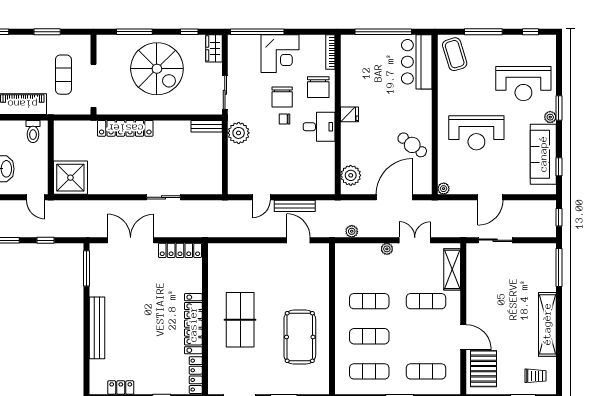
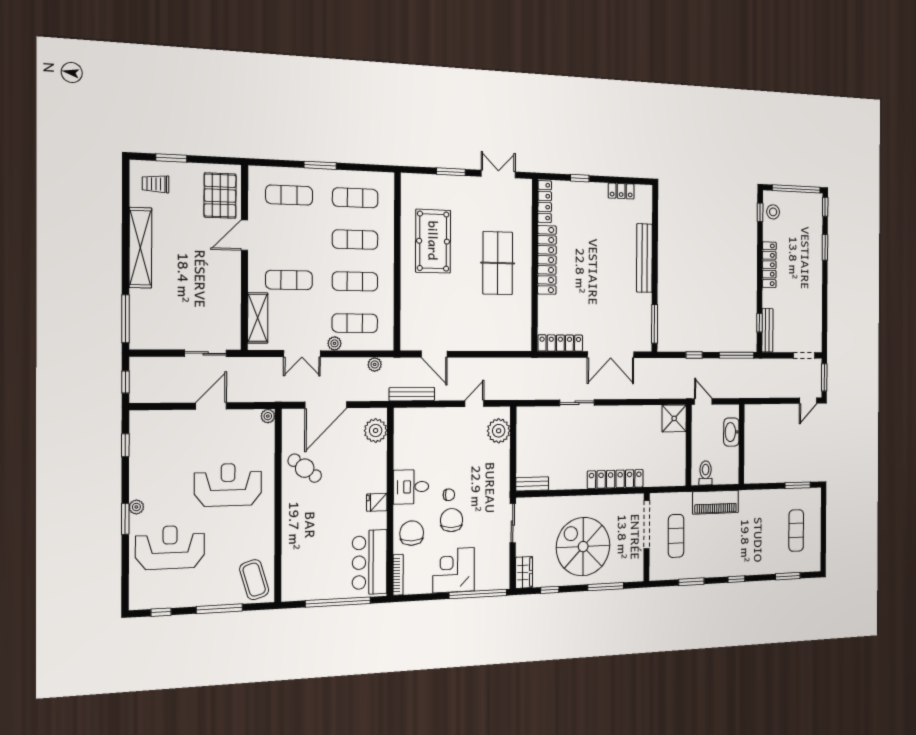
bar counter: (417, 62) -> (370, 562), moved, turned 180
plant: (239, 133) -> (499, 431), moved
sofa: (543, 154) -> (145, 460), removed
shower: (70, 178) -> (674, 418), width x0.73, depth x0.73
bench: (295, 206) -> (412, 394), moved
exercise mat: (369, 266) -> (355, 323), added
door: (463, 337) -> (244, 235), hinge flipped

